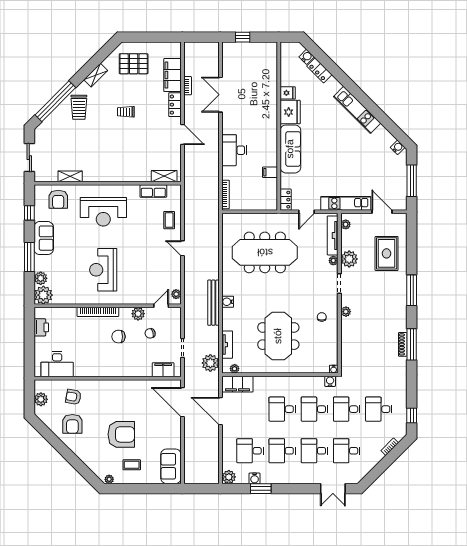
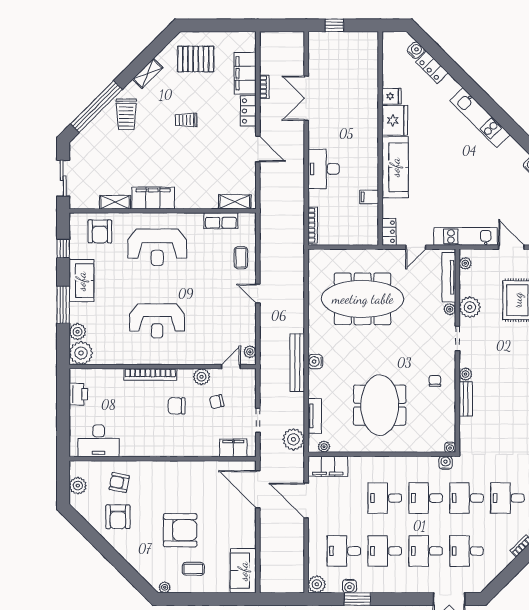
filing cabinet: (100, 173) -> (153, 198), added
reception desk: (103, 270) -> (157, 321), turned -90
bench: (346, 331) -> (466, 399), added

